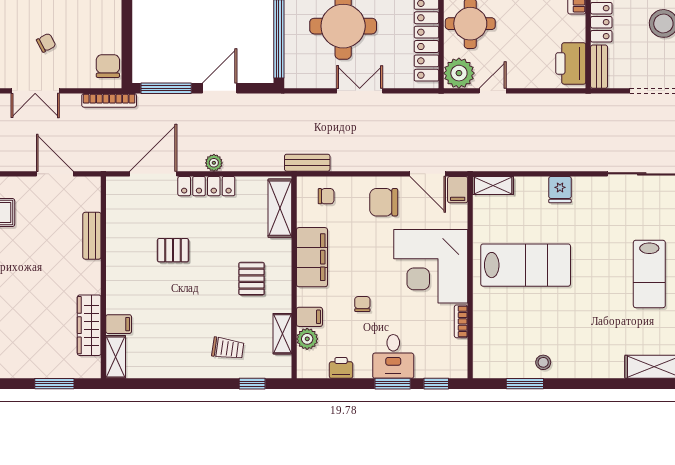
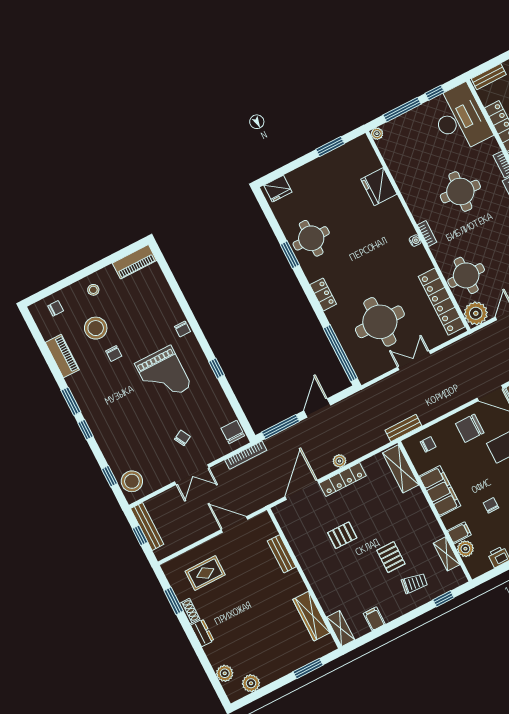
pallet: (252, 279) -> (391, 557), moved
filing cabinet: (119, 324) -> (374, 619), moved, turned -90

